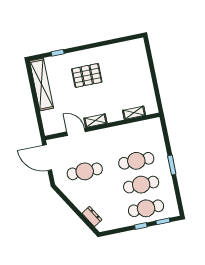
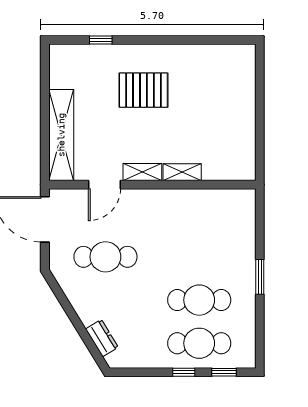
shelving: (42, 84) -> (61, 135), moved
shelving: (134, 113) -> (182, 172), moved
door: (76, 132) -> (104, 185), swing flipped
cafe table: (136, 161) -> (199, 257), removed

